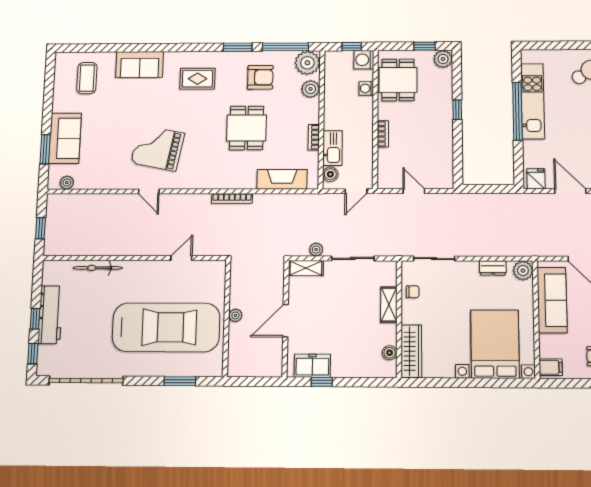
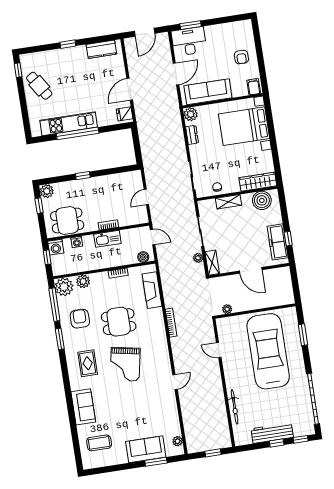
grand piano: (158, 148) -> (125, 364), moved
kitchen sink: (333, 148) -> (107, 239), moved, turned 180
plant: (236, 315) -> (227, 309), moved
boiler: (390, 353) -> (262, 200), width x1.86, depth x1.86
freezer: (312, 366) -> (278, 242), width x1.40

